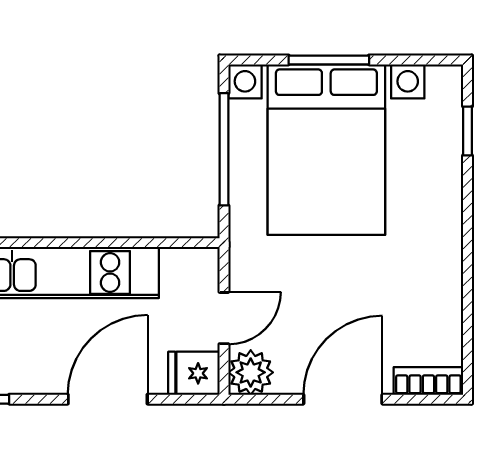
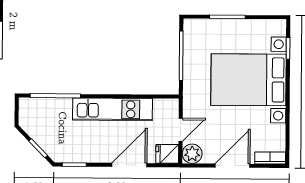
bed with nightstands: (326, 150) -> (249, 80), moved, turned 90

